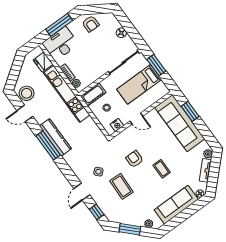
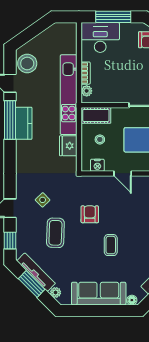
fridge: (43, 62) -> (68, 146), moved
kitchen counter: (55, 137) -> (24, 123), width x0.67
window: (48, 145) -> (10, 120), moved
tv unit: (127, 220) -> (36, 272), added

